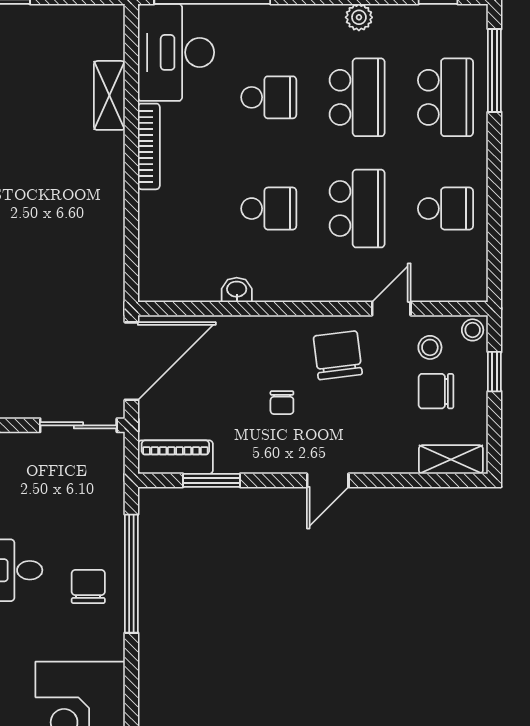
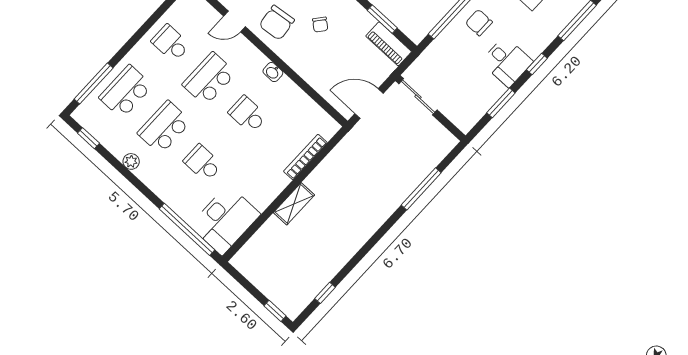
shelving: (109, 95) -> (294, 204), moved
bookcase: (149, 146) -> (305, 157), moved
washbasin: (237, 290) -> (273, 72), moved
door: (131, 361) -> (369, 103), width x0.73
chair: (282, 403) -> (320, 25), turned 129
chair: (88, 586) -> (479, 23), turned 90

